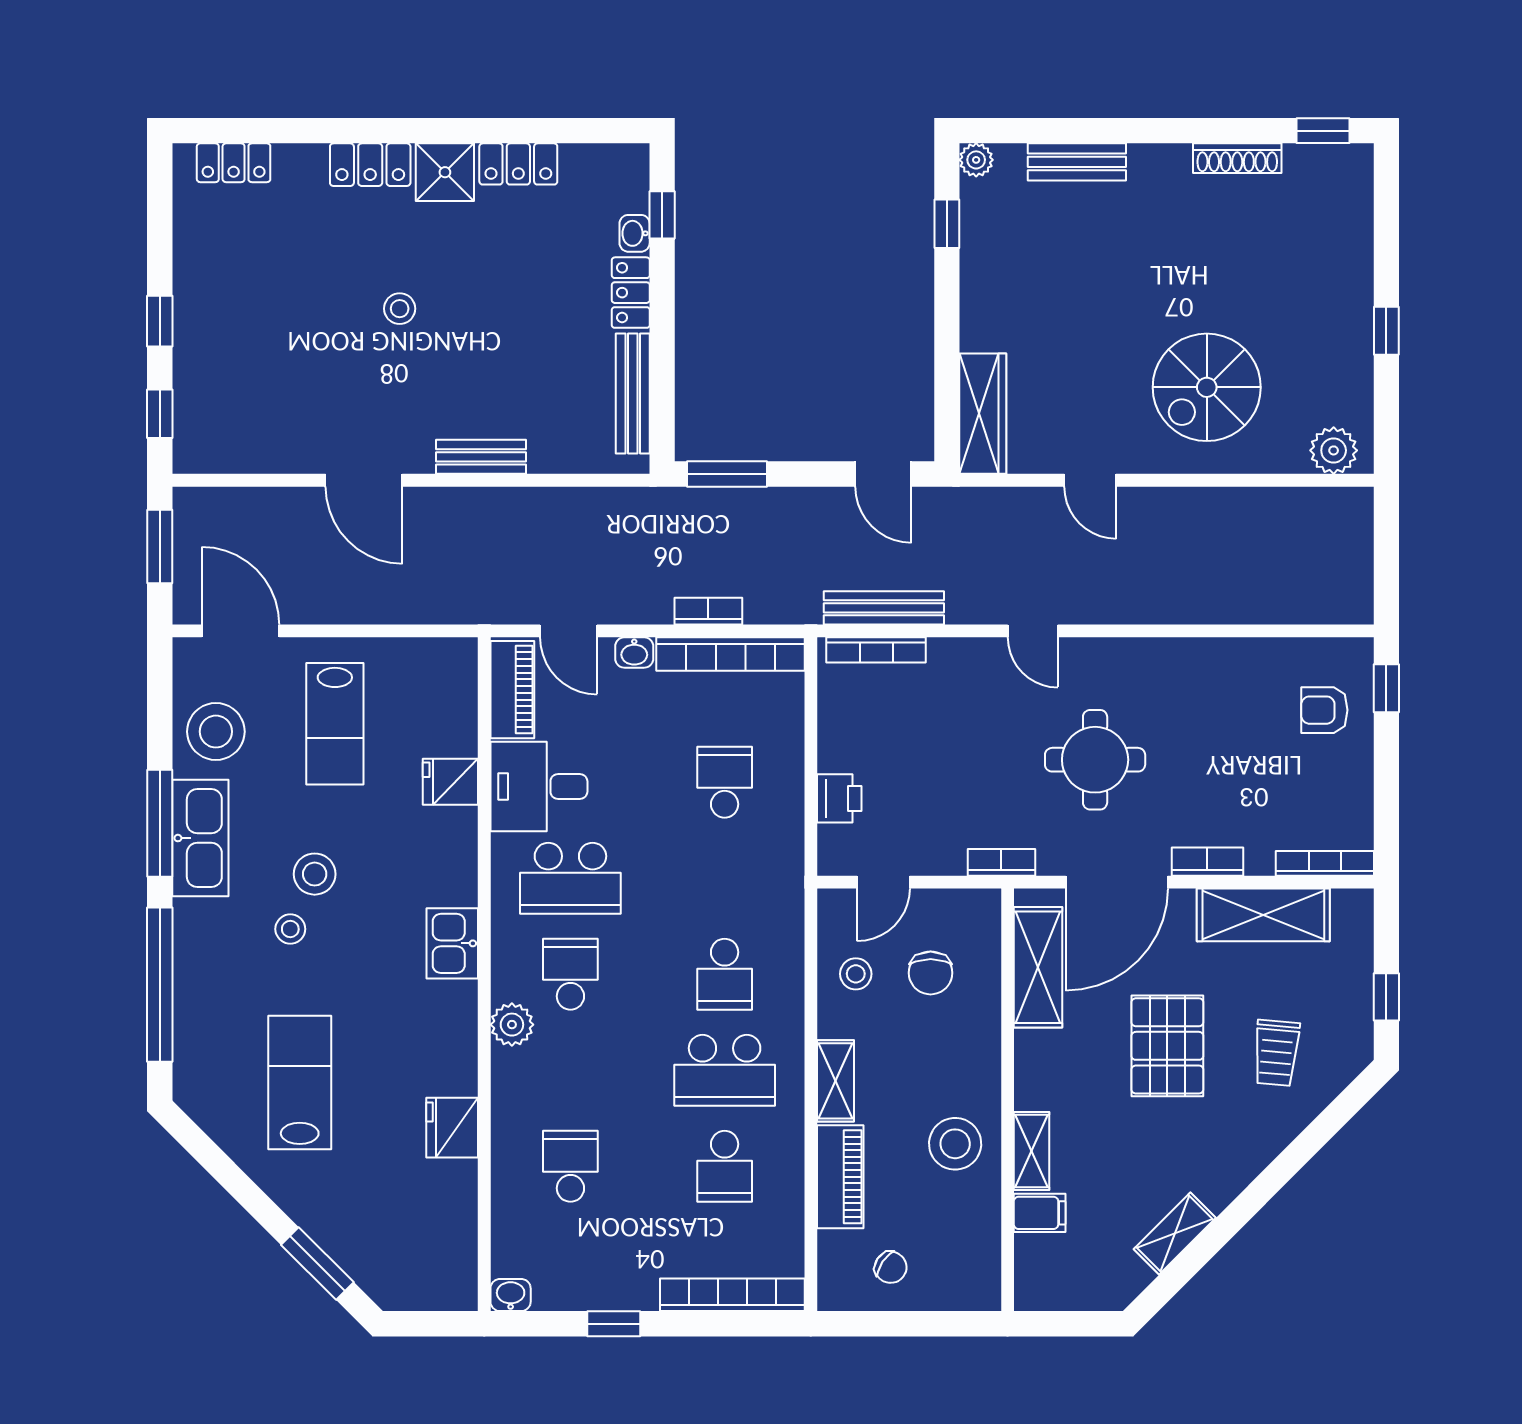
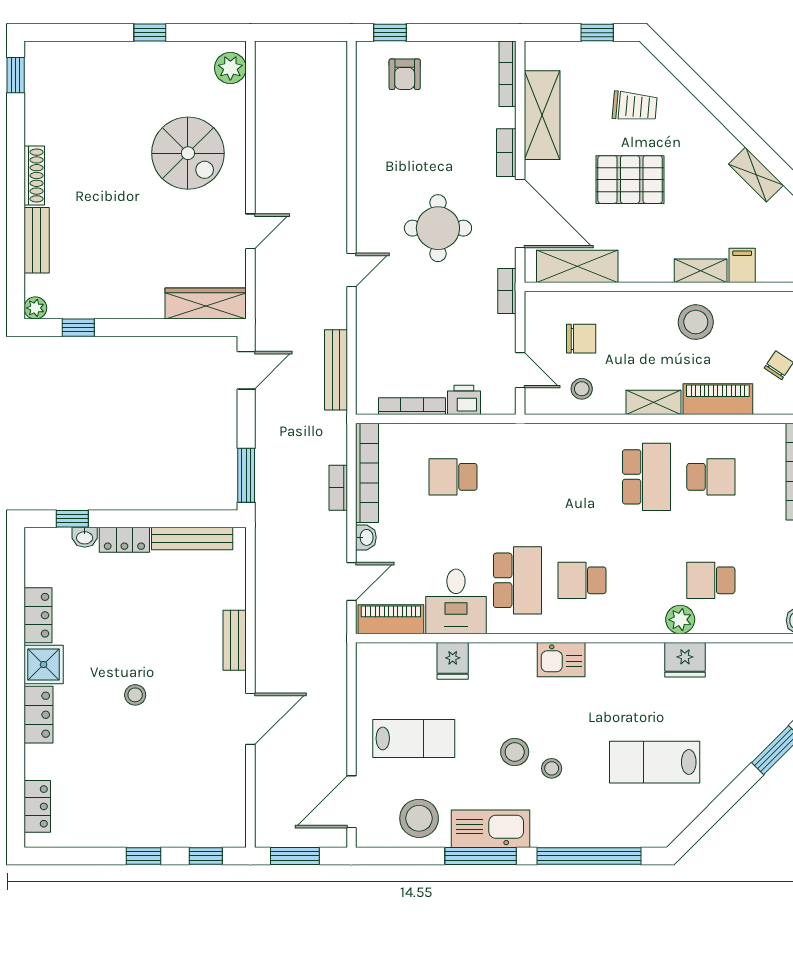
shoe rack: (1237, 158) -> (34, 176), moved
bookcase: (876, 650) -> (412, 406), moved, turned -90
school desk: (725, 974) -> (582, 477), removed
plant: (512, 1025) -> (680, 620), moved

